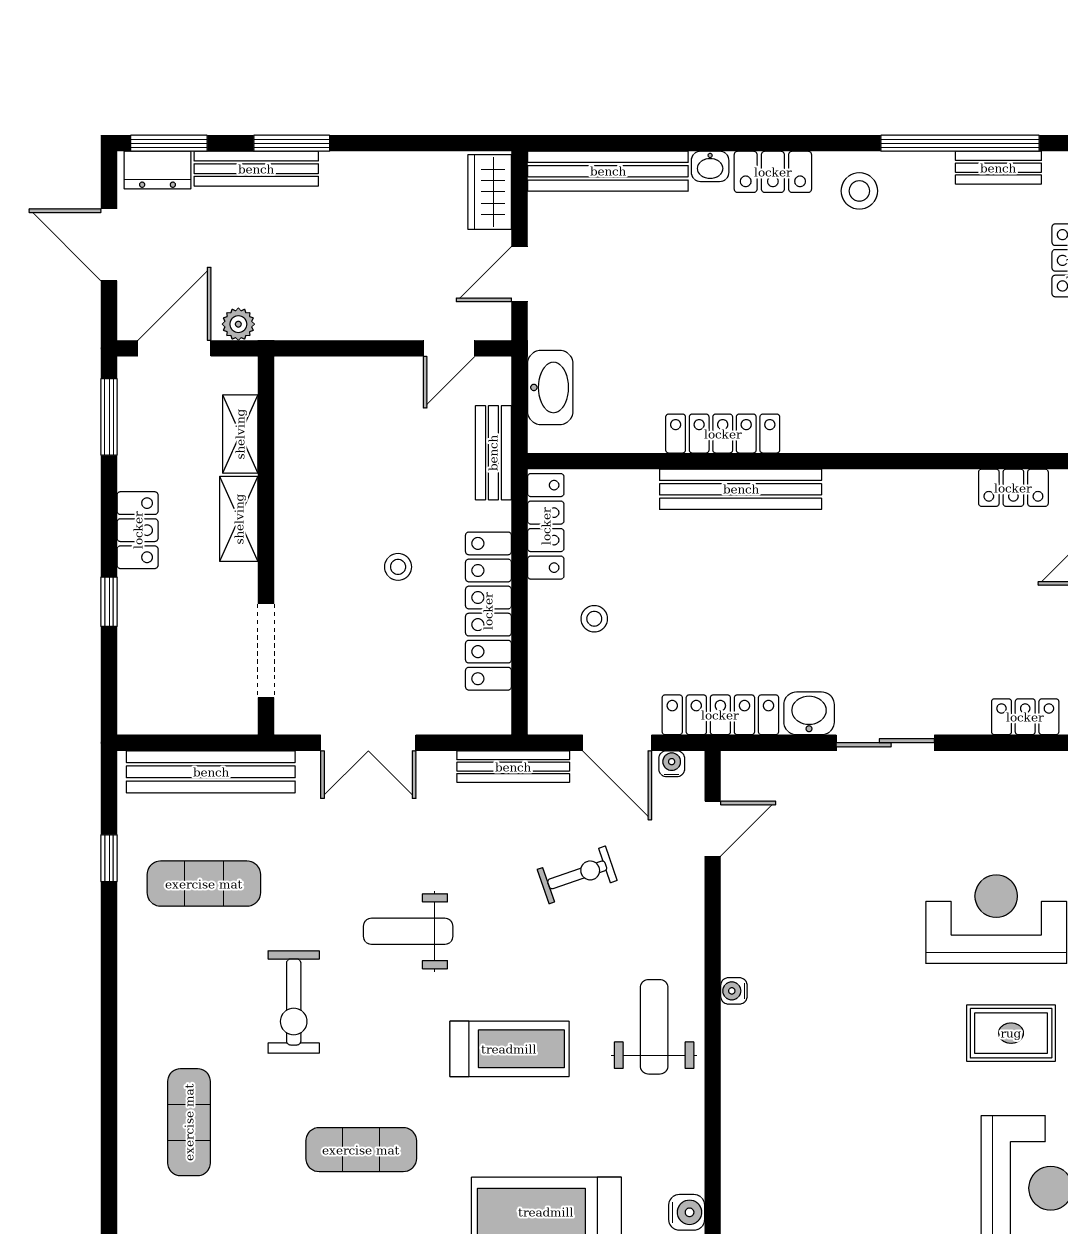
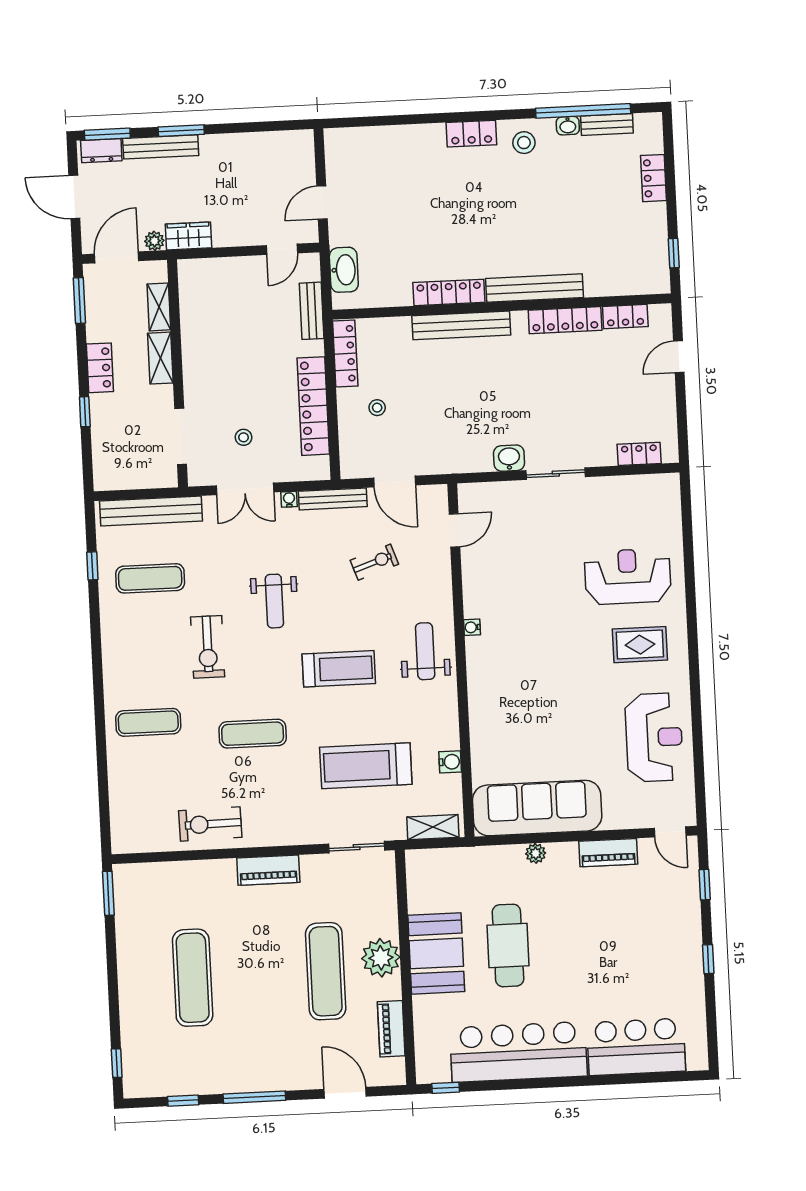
washbasin: (710, 166) -> (568, 126), moved
bench: (608, 171) -> (535, 288), moved
wardrobe: (490, 192) -> (188, 236), moved, turned 90
stool: (398, 567) -> (244, 437), moved
locker: (720, 715) -> (565, 320), moved, turned 180
water cooler: (672, 764) -> (289, 499), moved
weight bench: (408, 931) -> (274, 601), turned -90
exercise mat: (189, 1122) -> (148, 722), turned 90

